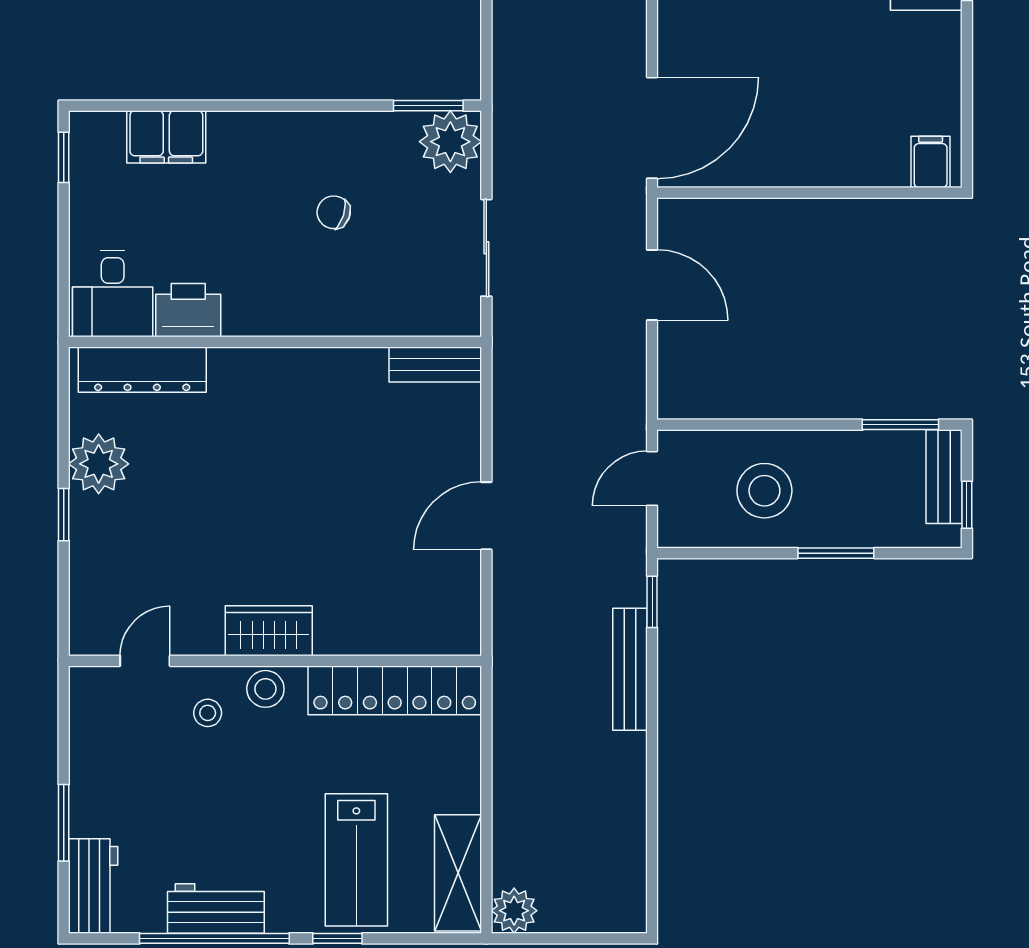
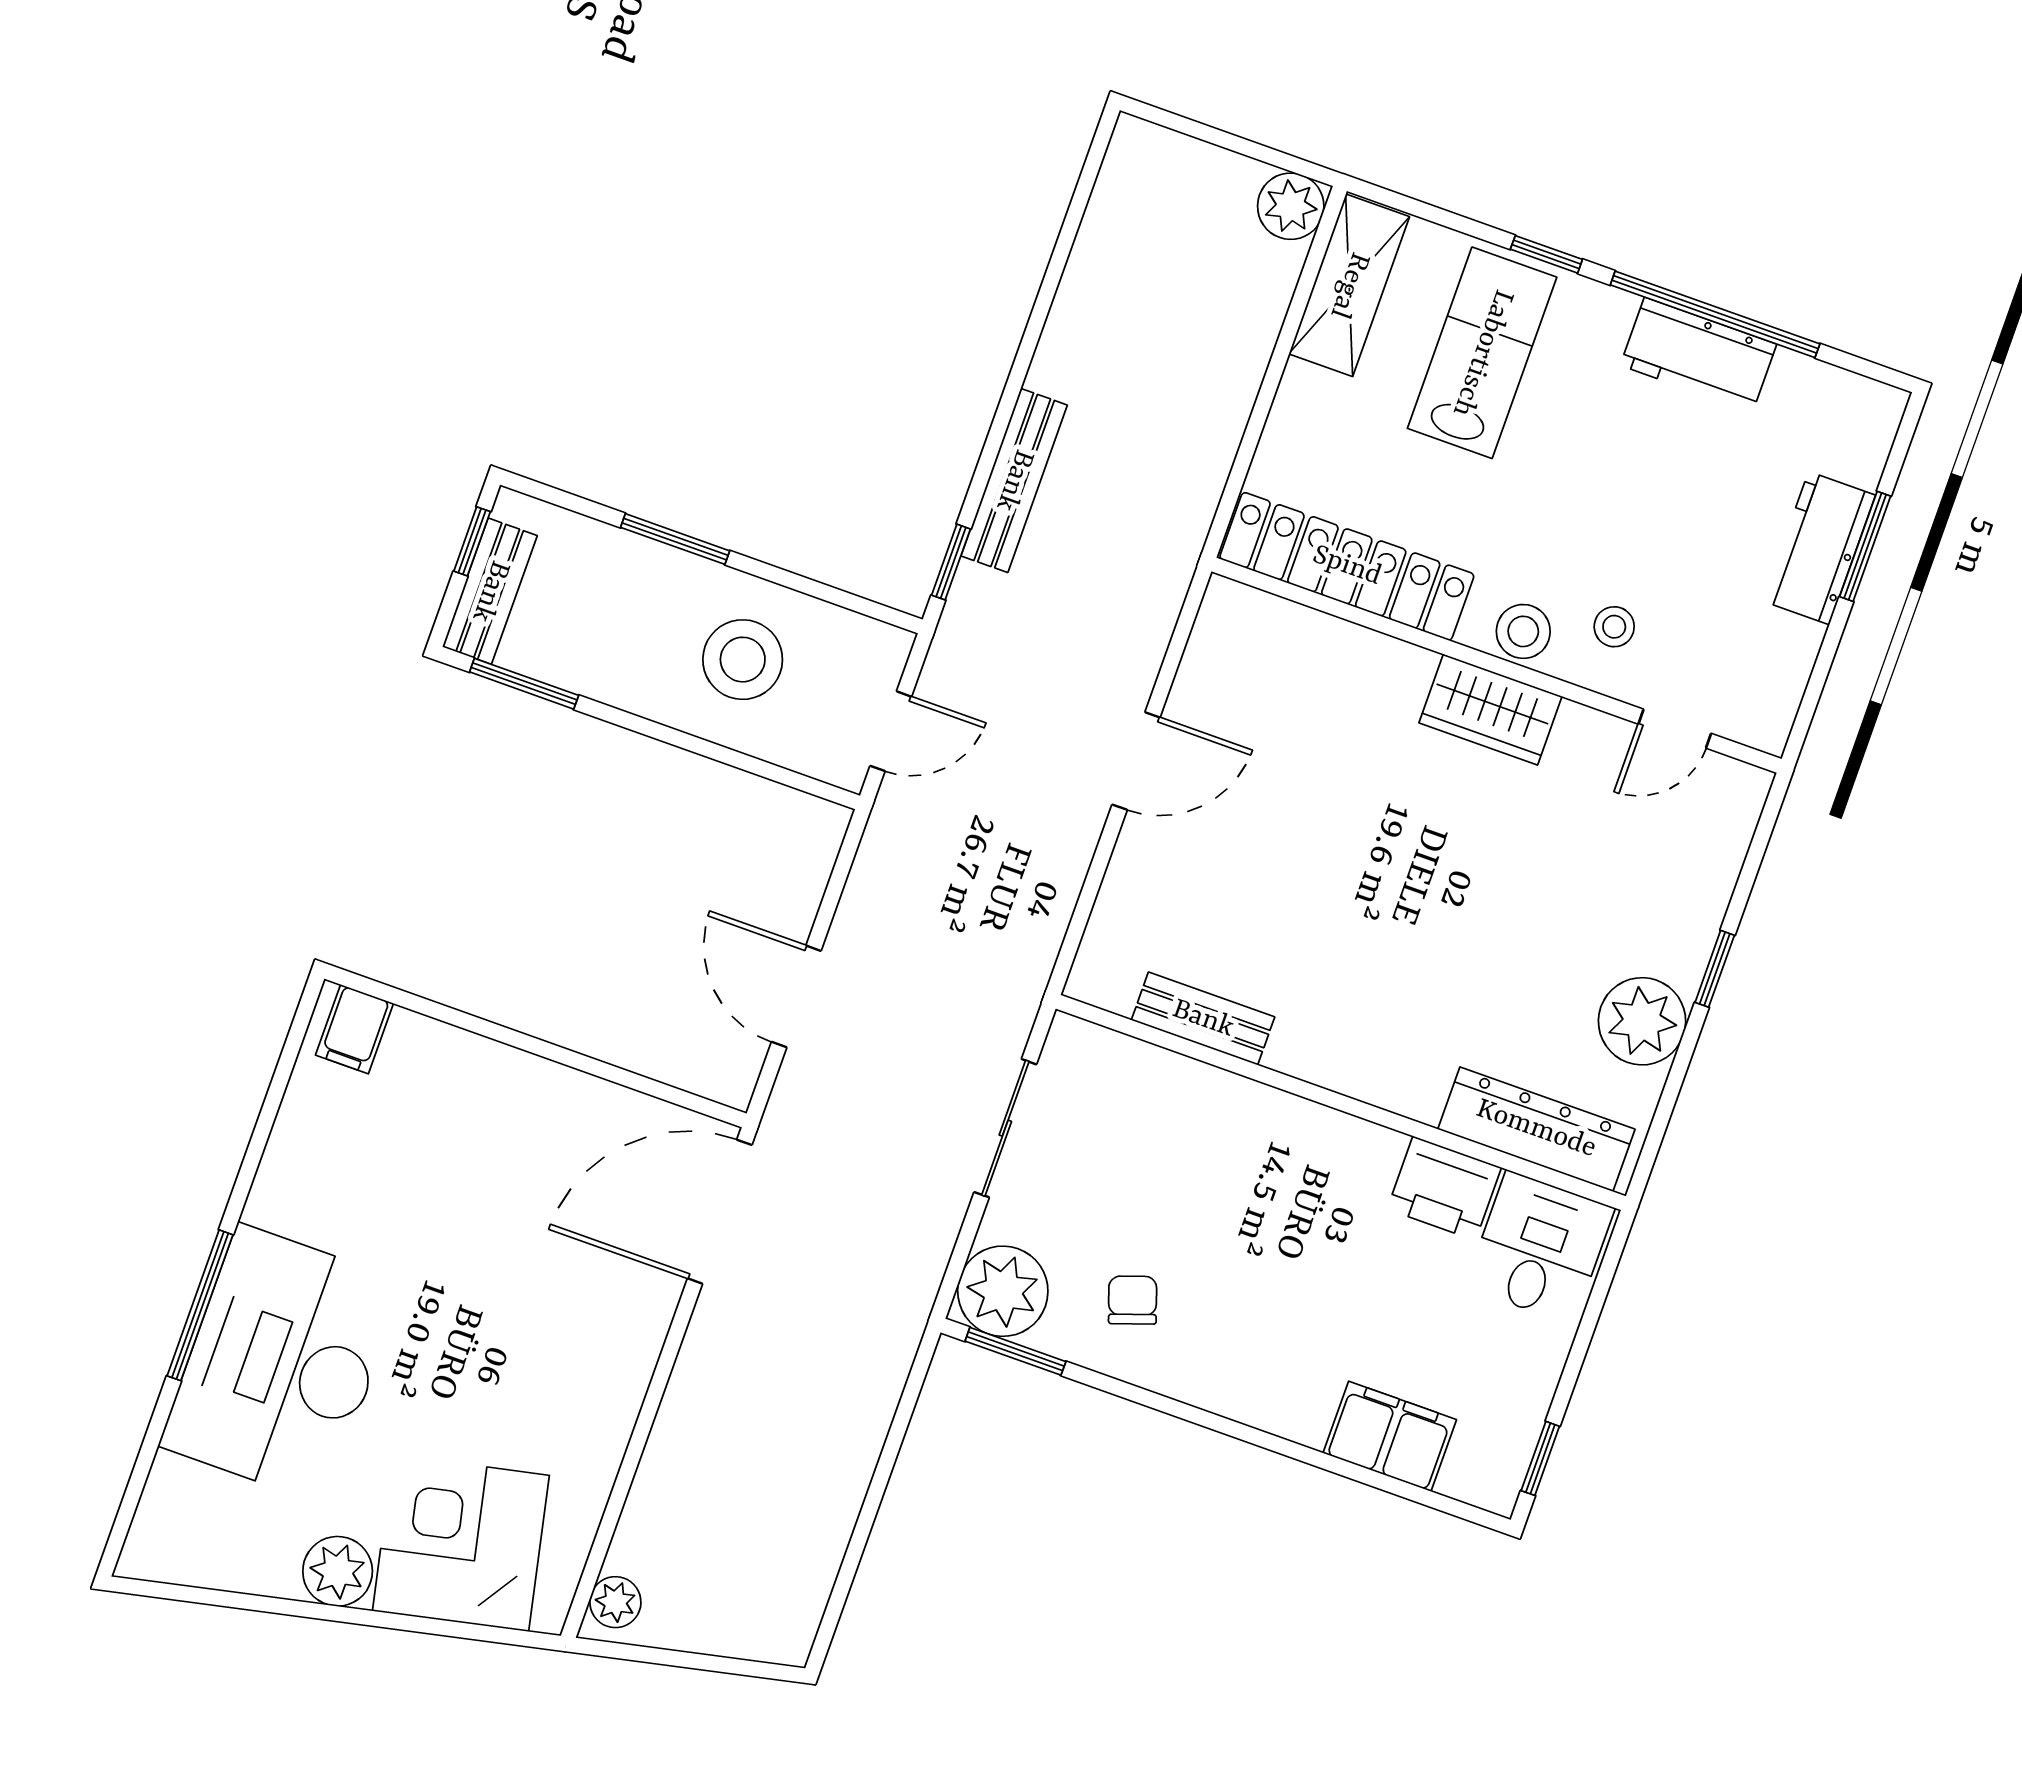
chair: (334, 212) -> (1133, 1300), moved, turned -127
bench: (435, 364) -> (1203, 1019), moved
workbench: (93, 886) -> (1819, 548), moved

